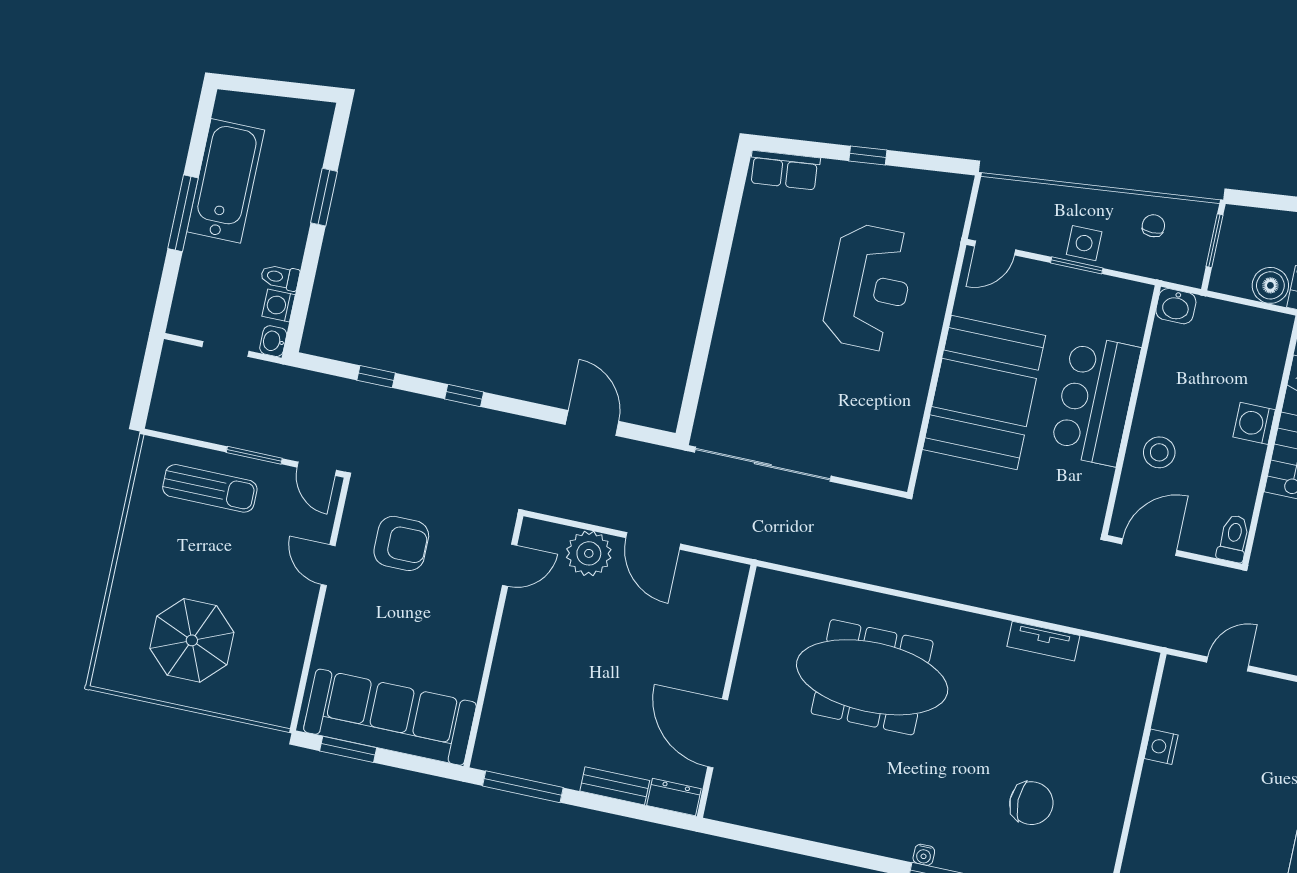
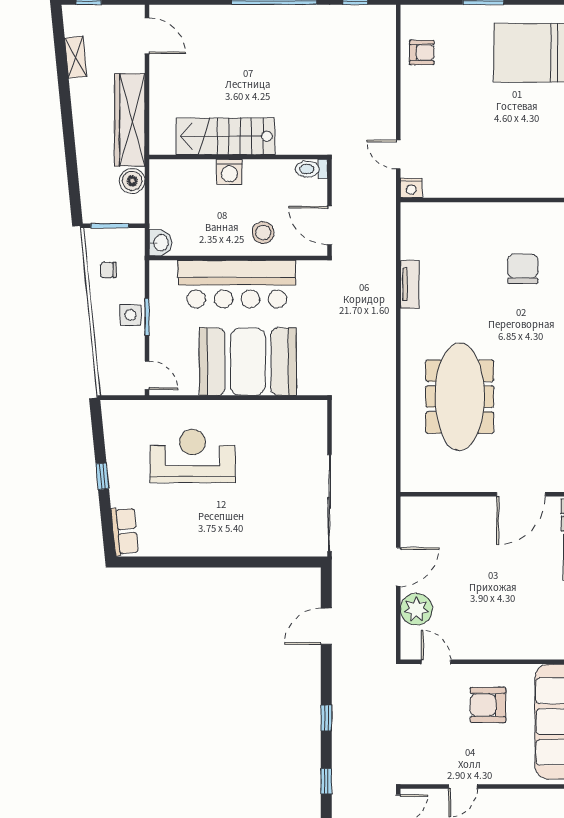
bar counter: (1095, 400) -> (237, 284), width x1.36
armchair: (401, 543) -> (488, 705), moved, turned -90
nightstand: (1161, 747) -> (411, 188), moved

